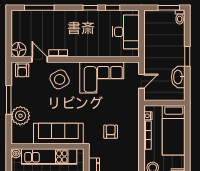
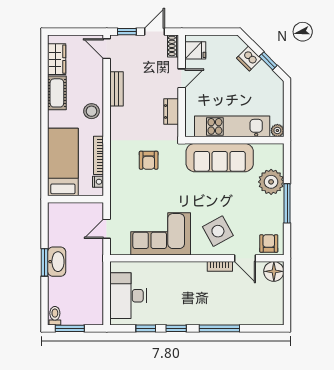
window: (39, 8) -> (219, 328), moved
washbasin: (178, 77) -> (57, 262), moved

